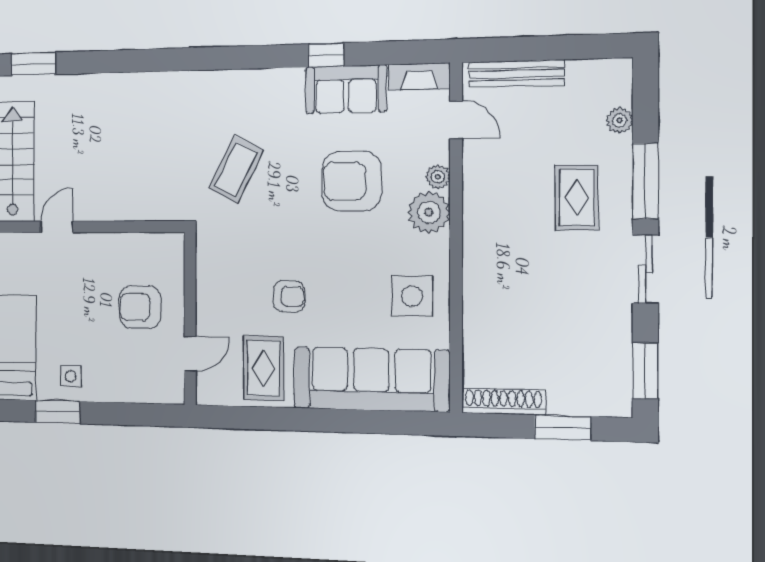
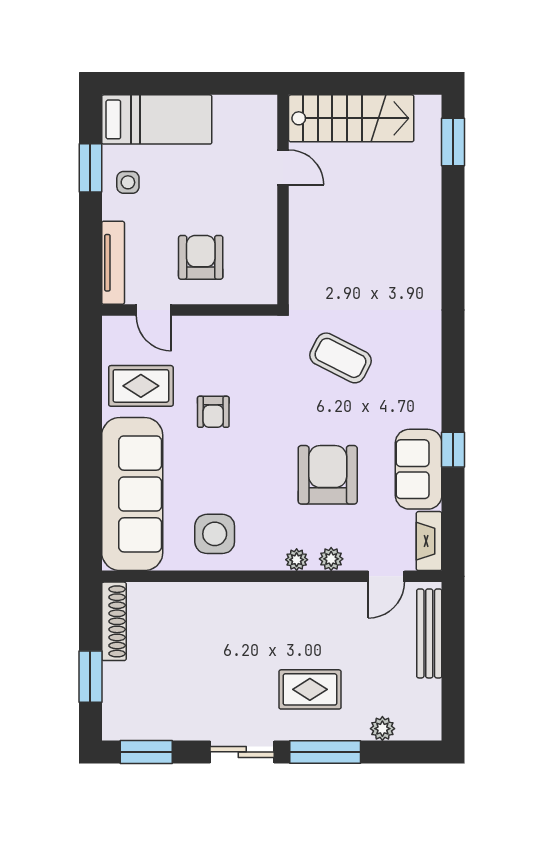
plant: (429, 212) -> (297, 560), width x0.53, depth x0.53
tv unit: (145, 393) -> (113, 263), added

